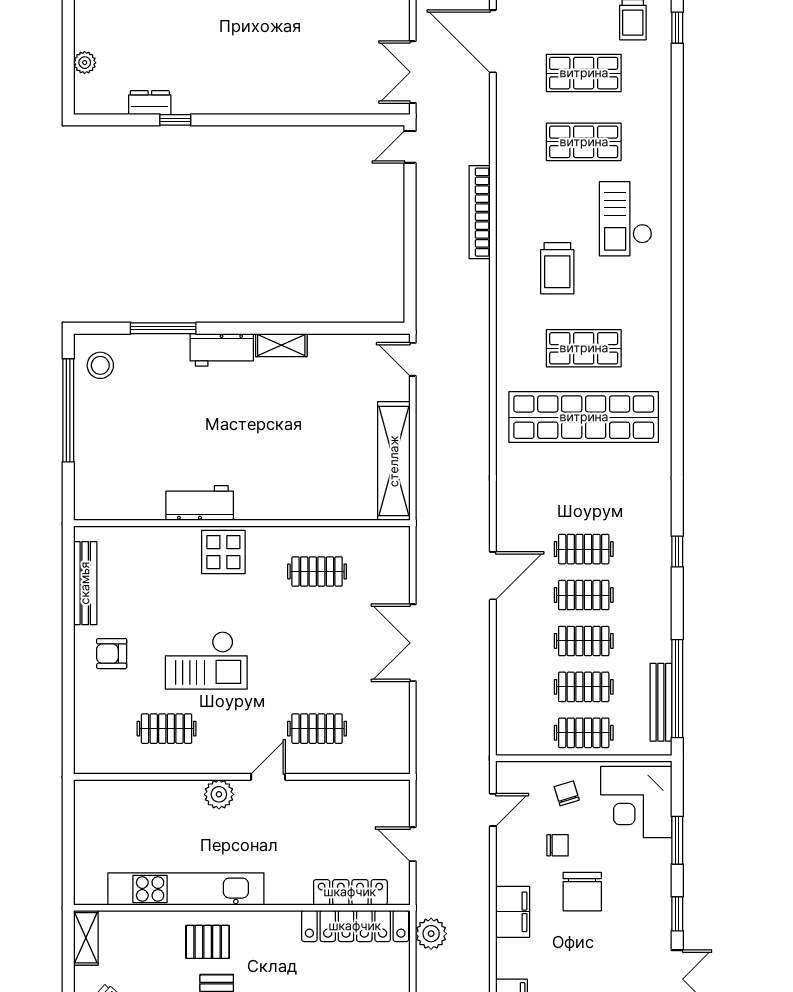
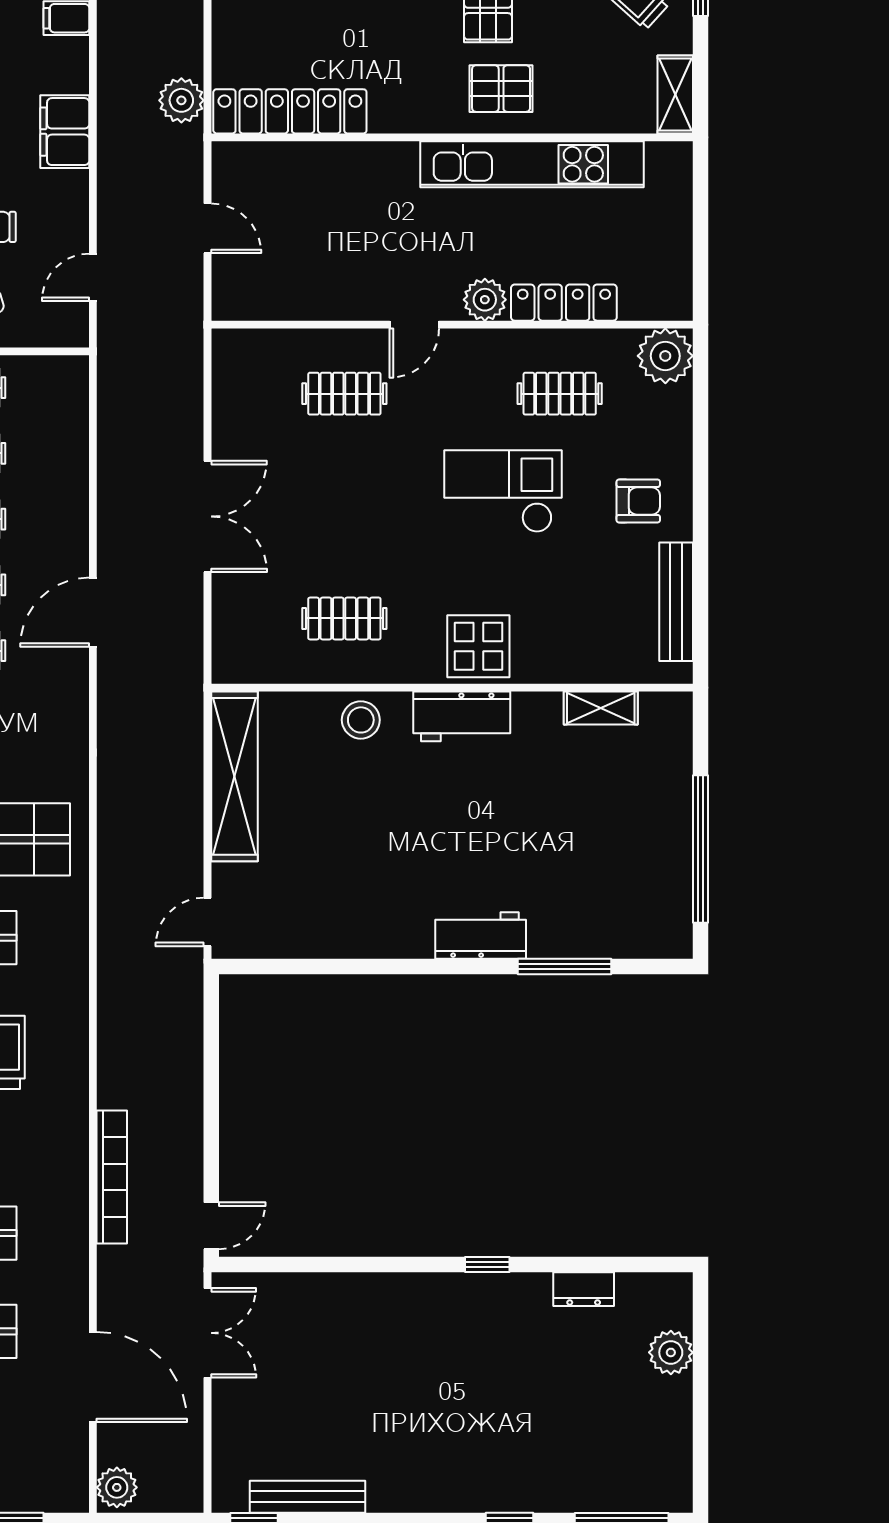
plant: (85, 63) -> (671, 1352), width x1.38, depth x1.38
window: (175, 120) -> (487, 1265), moved
bookcase: (480, 212) -> (112, 1177), moved
shelving: (281, 345) -> (601, 708), moved
door: (413, 359) -> (208, 922), swing flipped
stool: (100, 365) -> (361, 720), moved
workbench: (200, 503) -> (462, 716), moved
plant: (93, 755) -> (665, 356), added
locker: (350, 892) -> (564, 303), moved, turned 180

